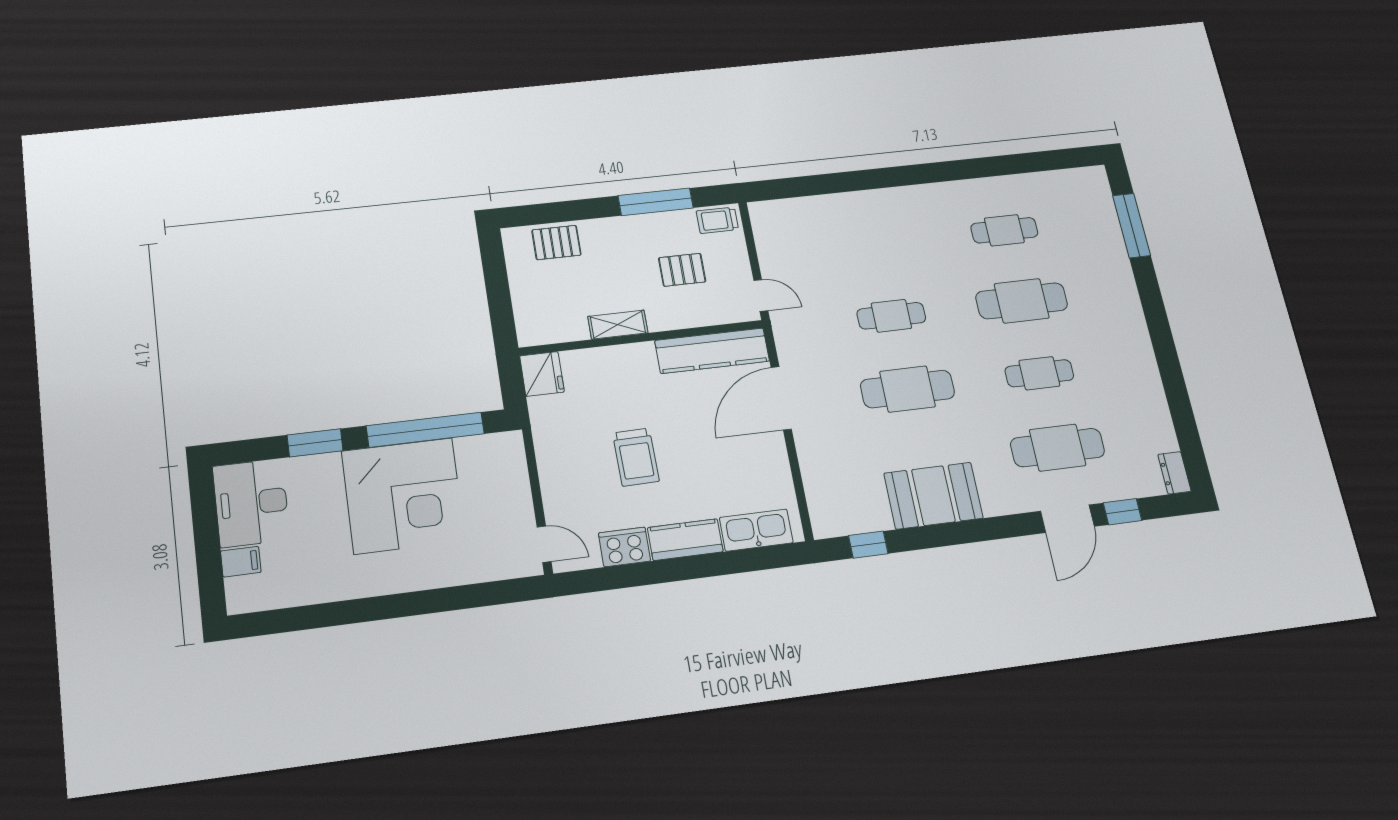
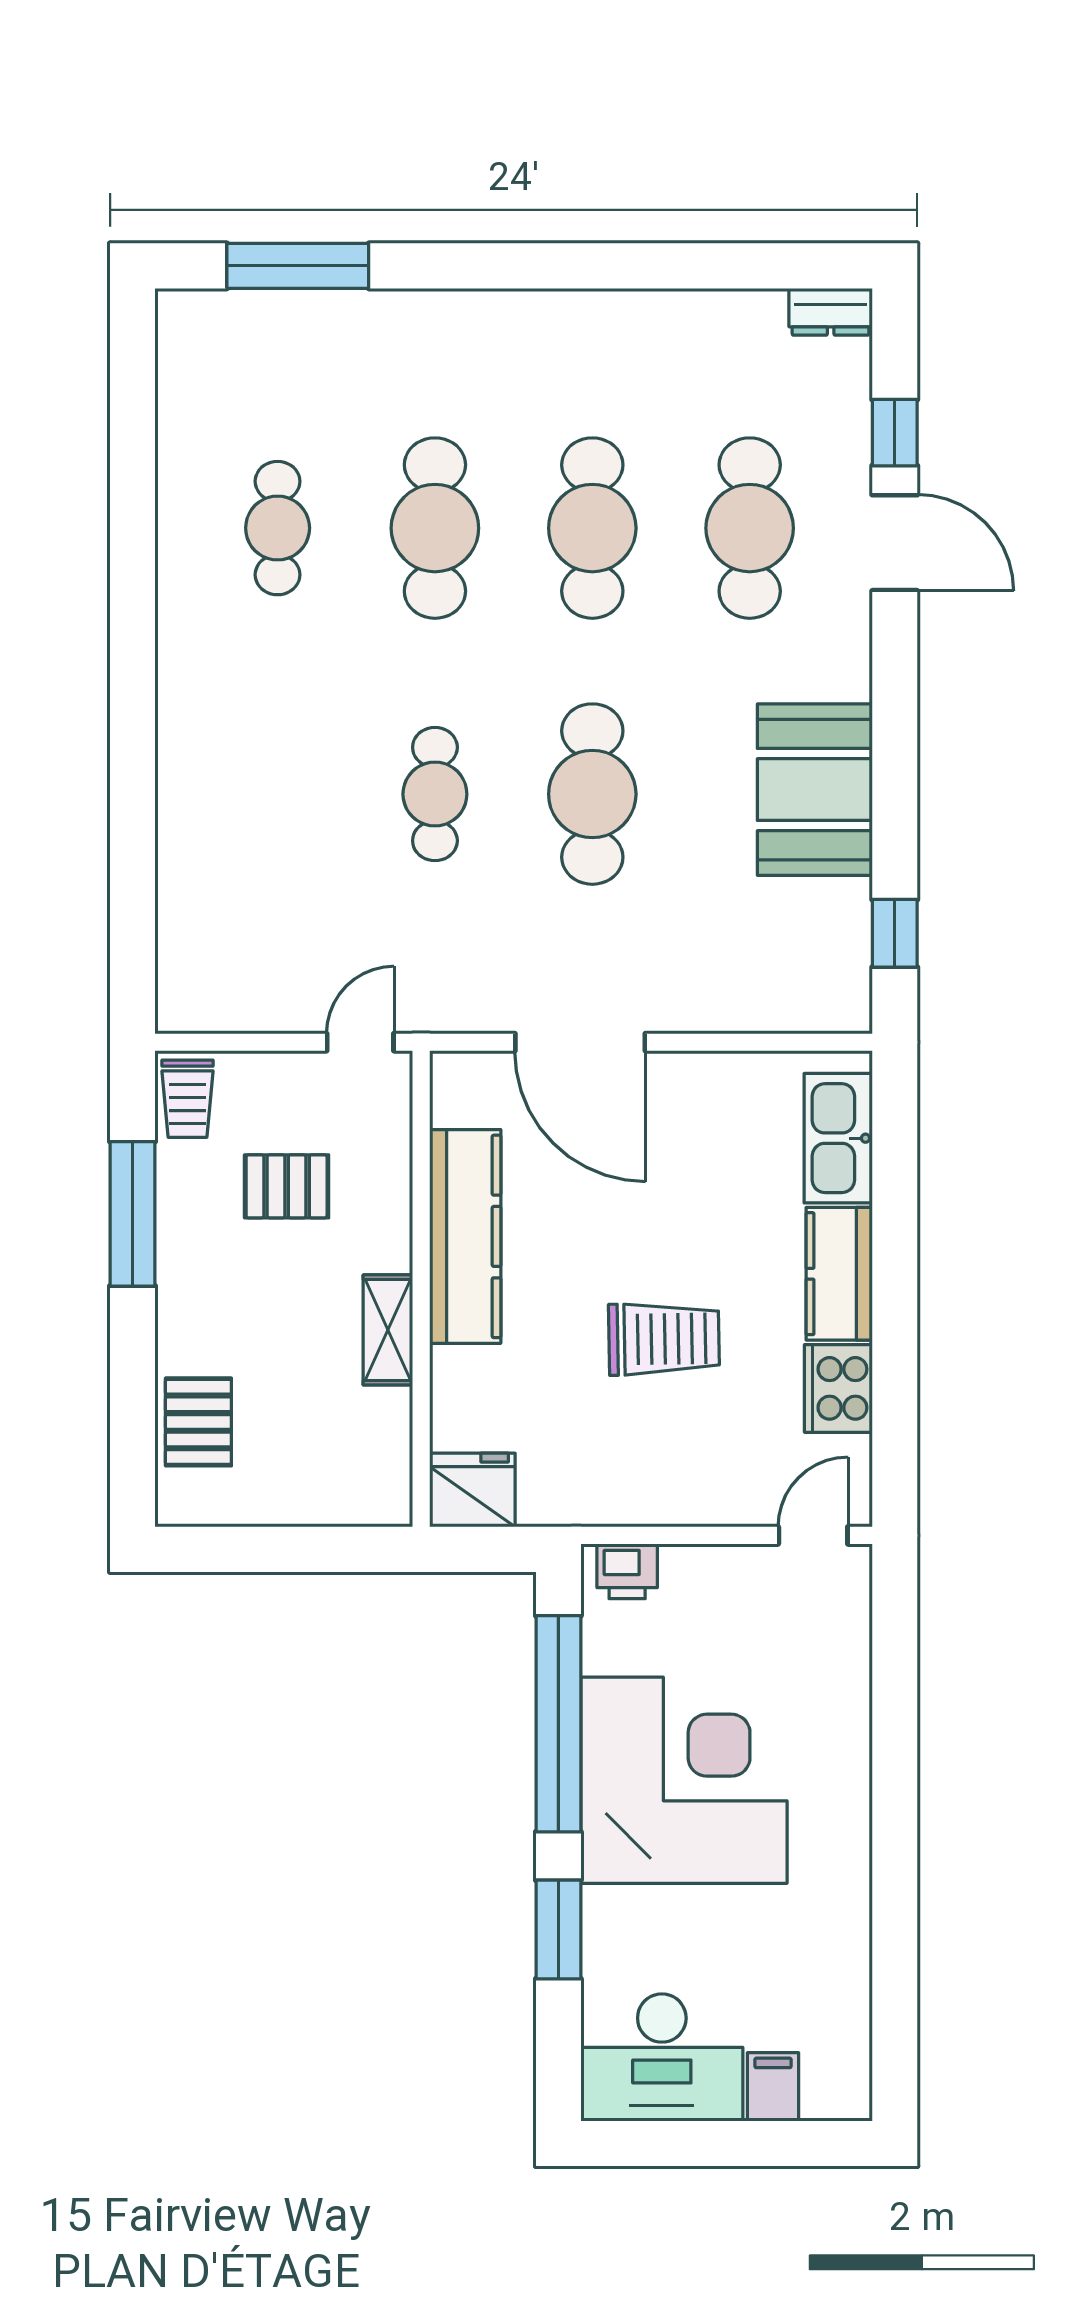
pallet: (682, 270) -> (287, 1186), turned 90
kitchen counter: (712, 351) -> (465, 1236), moved
cafe table: (1039, 373) -> (592, 528), width x1.37, depth x1.35
printer: (511, 454) -> (627, 1571), added

